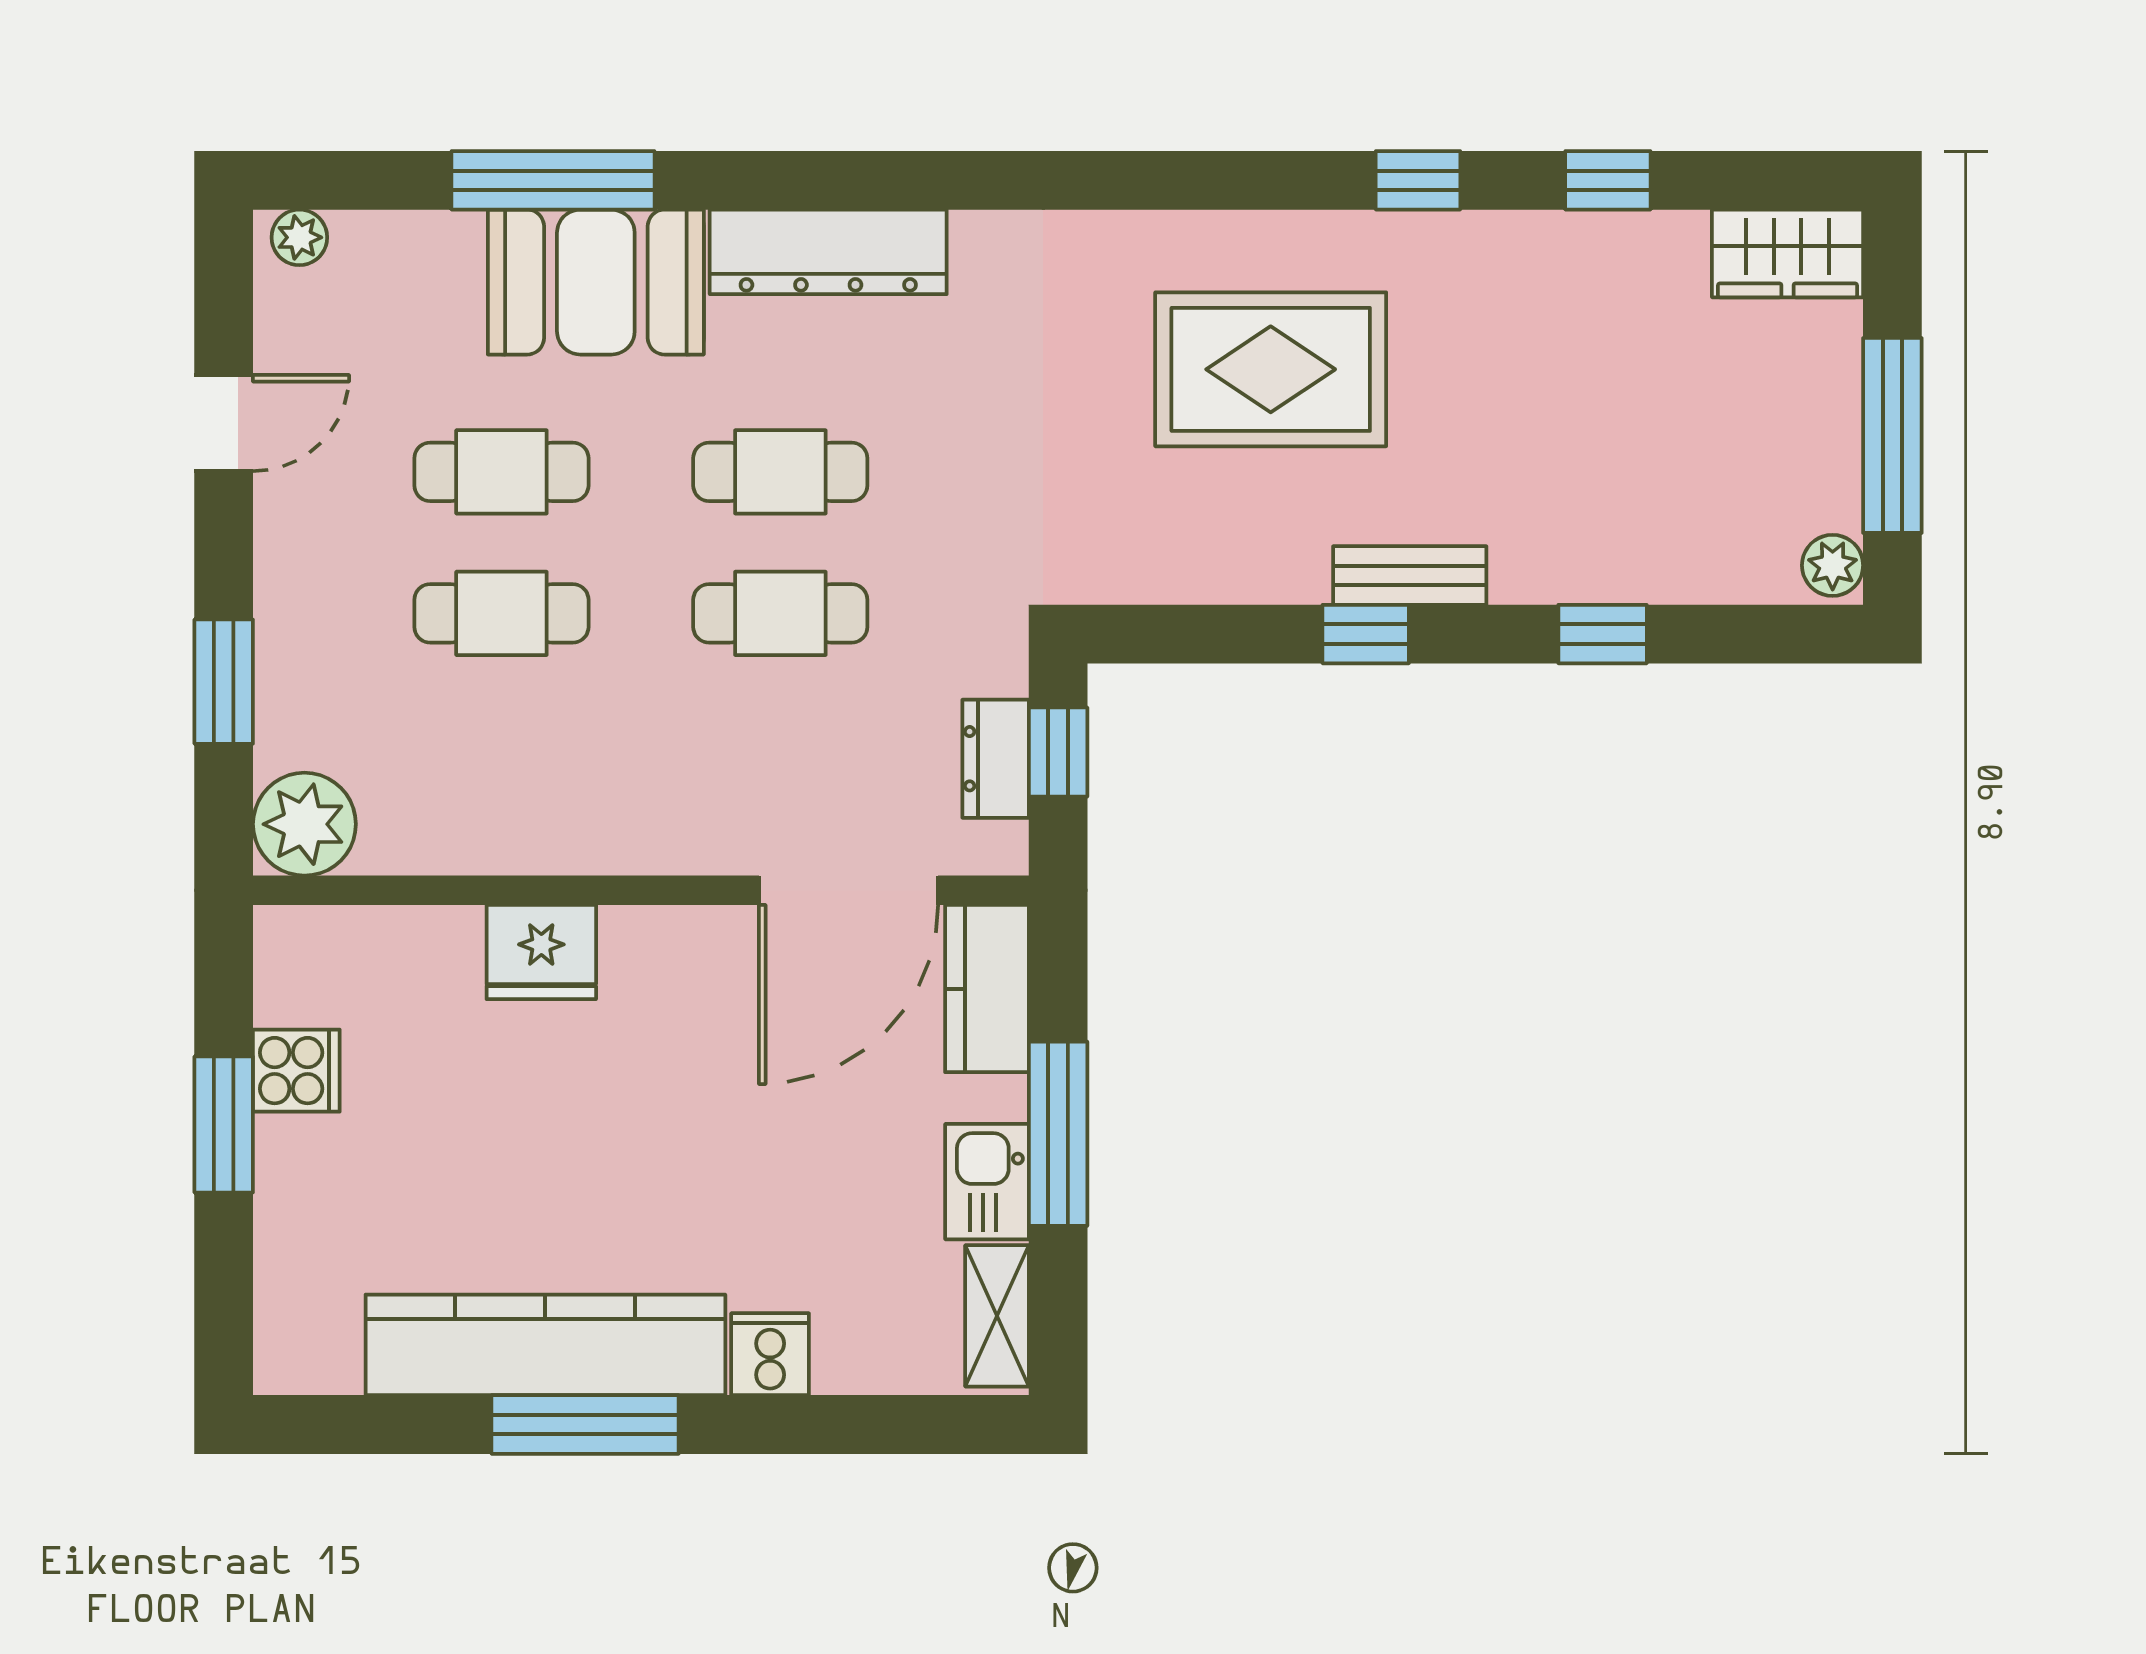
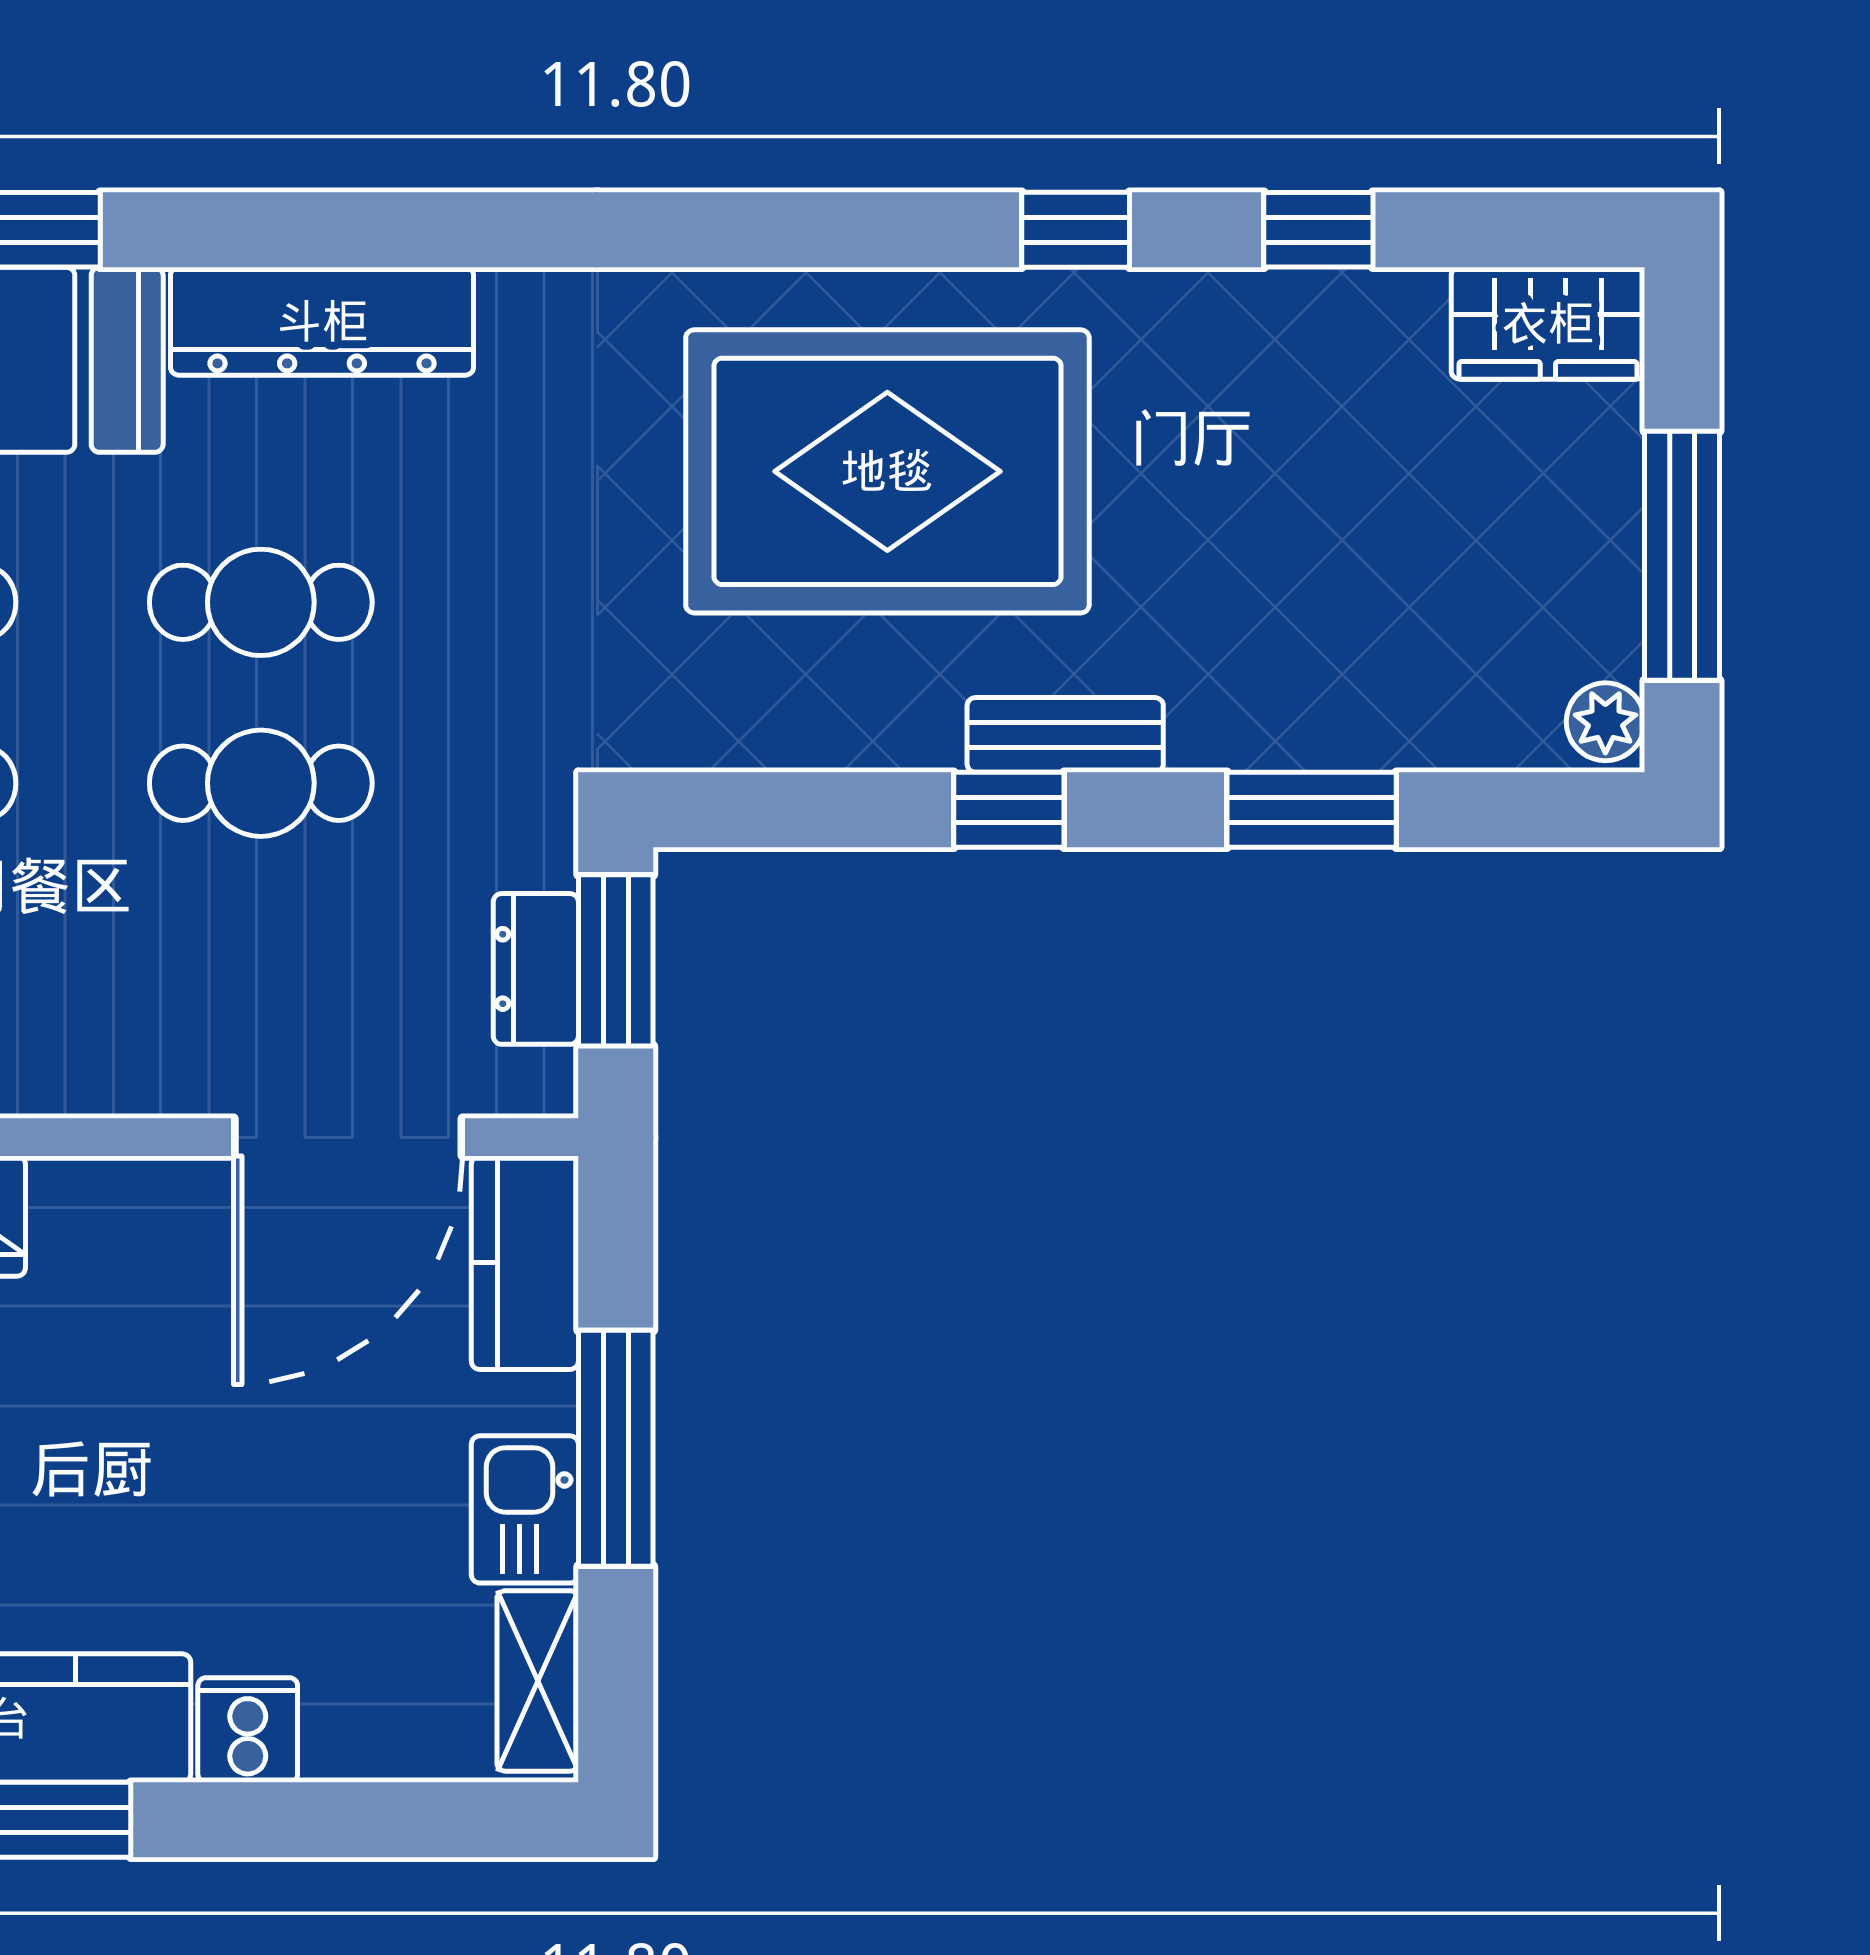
rug: (1271, 369) -> (887, 471), width x1.37, depth x1.44
window: (1603, 634) -> (1312, 810), width x1.50
window: (1058, 752) -> (616, 960), width x1.50

